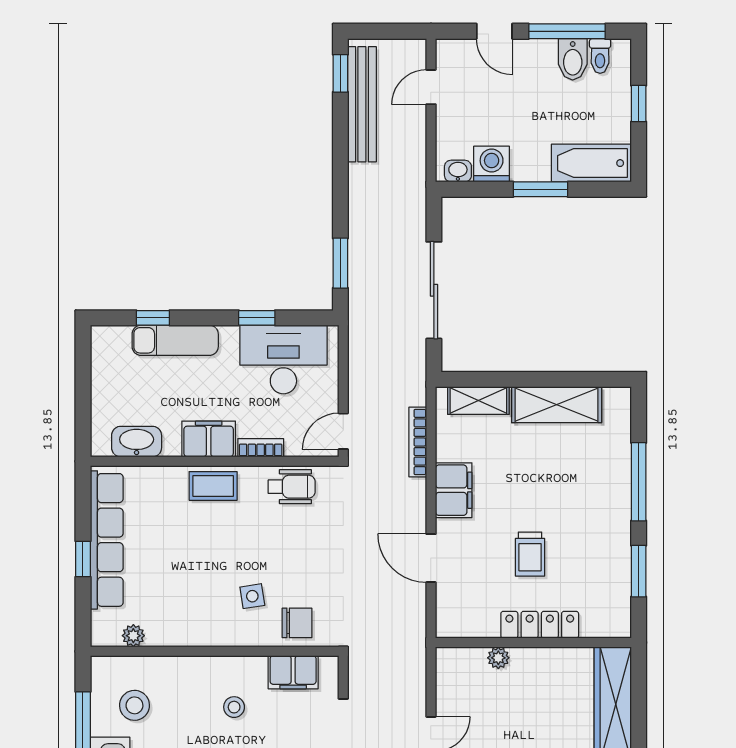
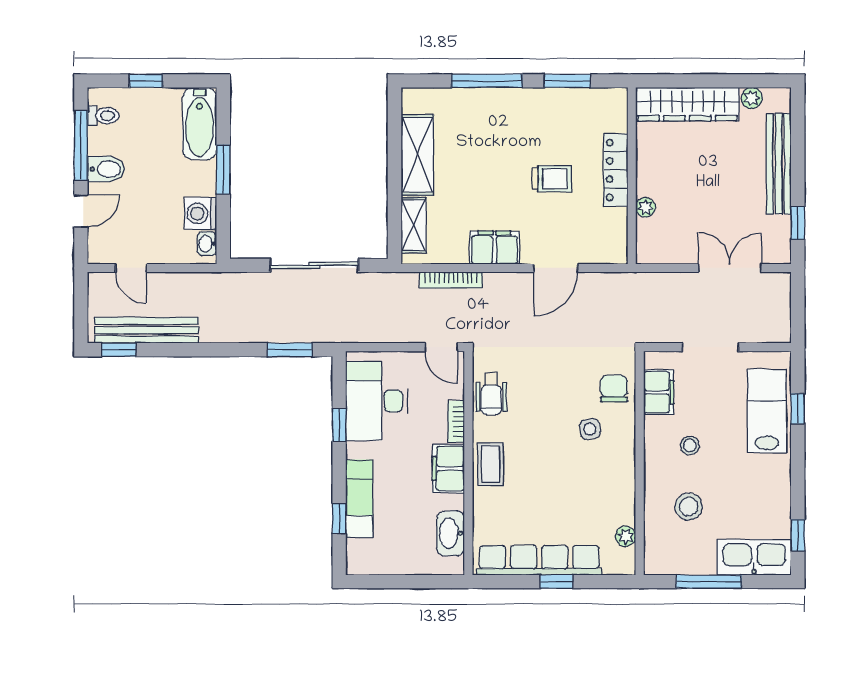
bidet: (573, 59) -> (106, 169), moved
wheelchair: (292, 487) -> (491, 394), turned 180
stool: (134, 705) -> (689, 507), moved

